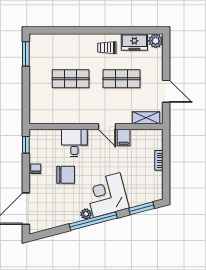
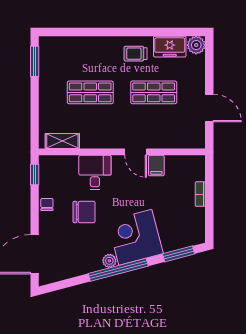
shelving: (146, 118) -> (62, 141), moved

